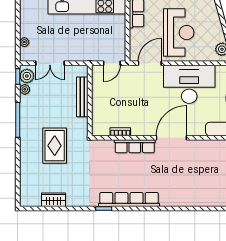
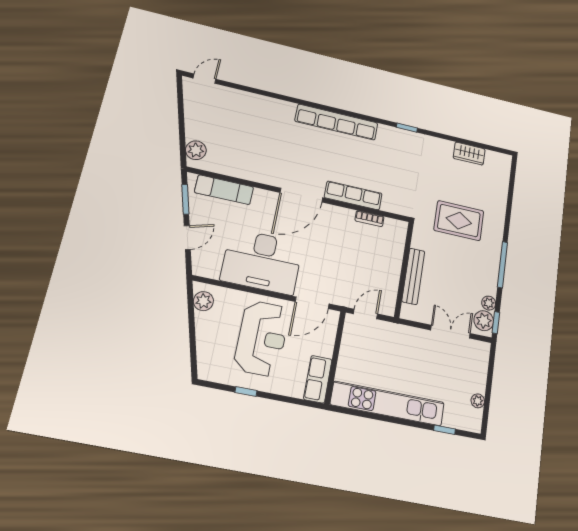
reception desk: (179, 33) -> (262, 338), turned 180
plant: (24, 42) -> (478, 401), moved
rug: (55, 146) -> (459, 221), turned 90
row of seats: (129, 199) -> (337, 122), moved

